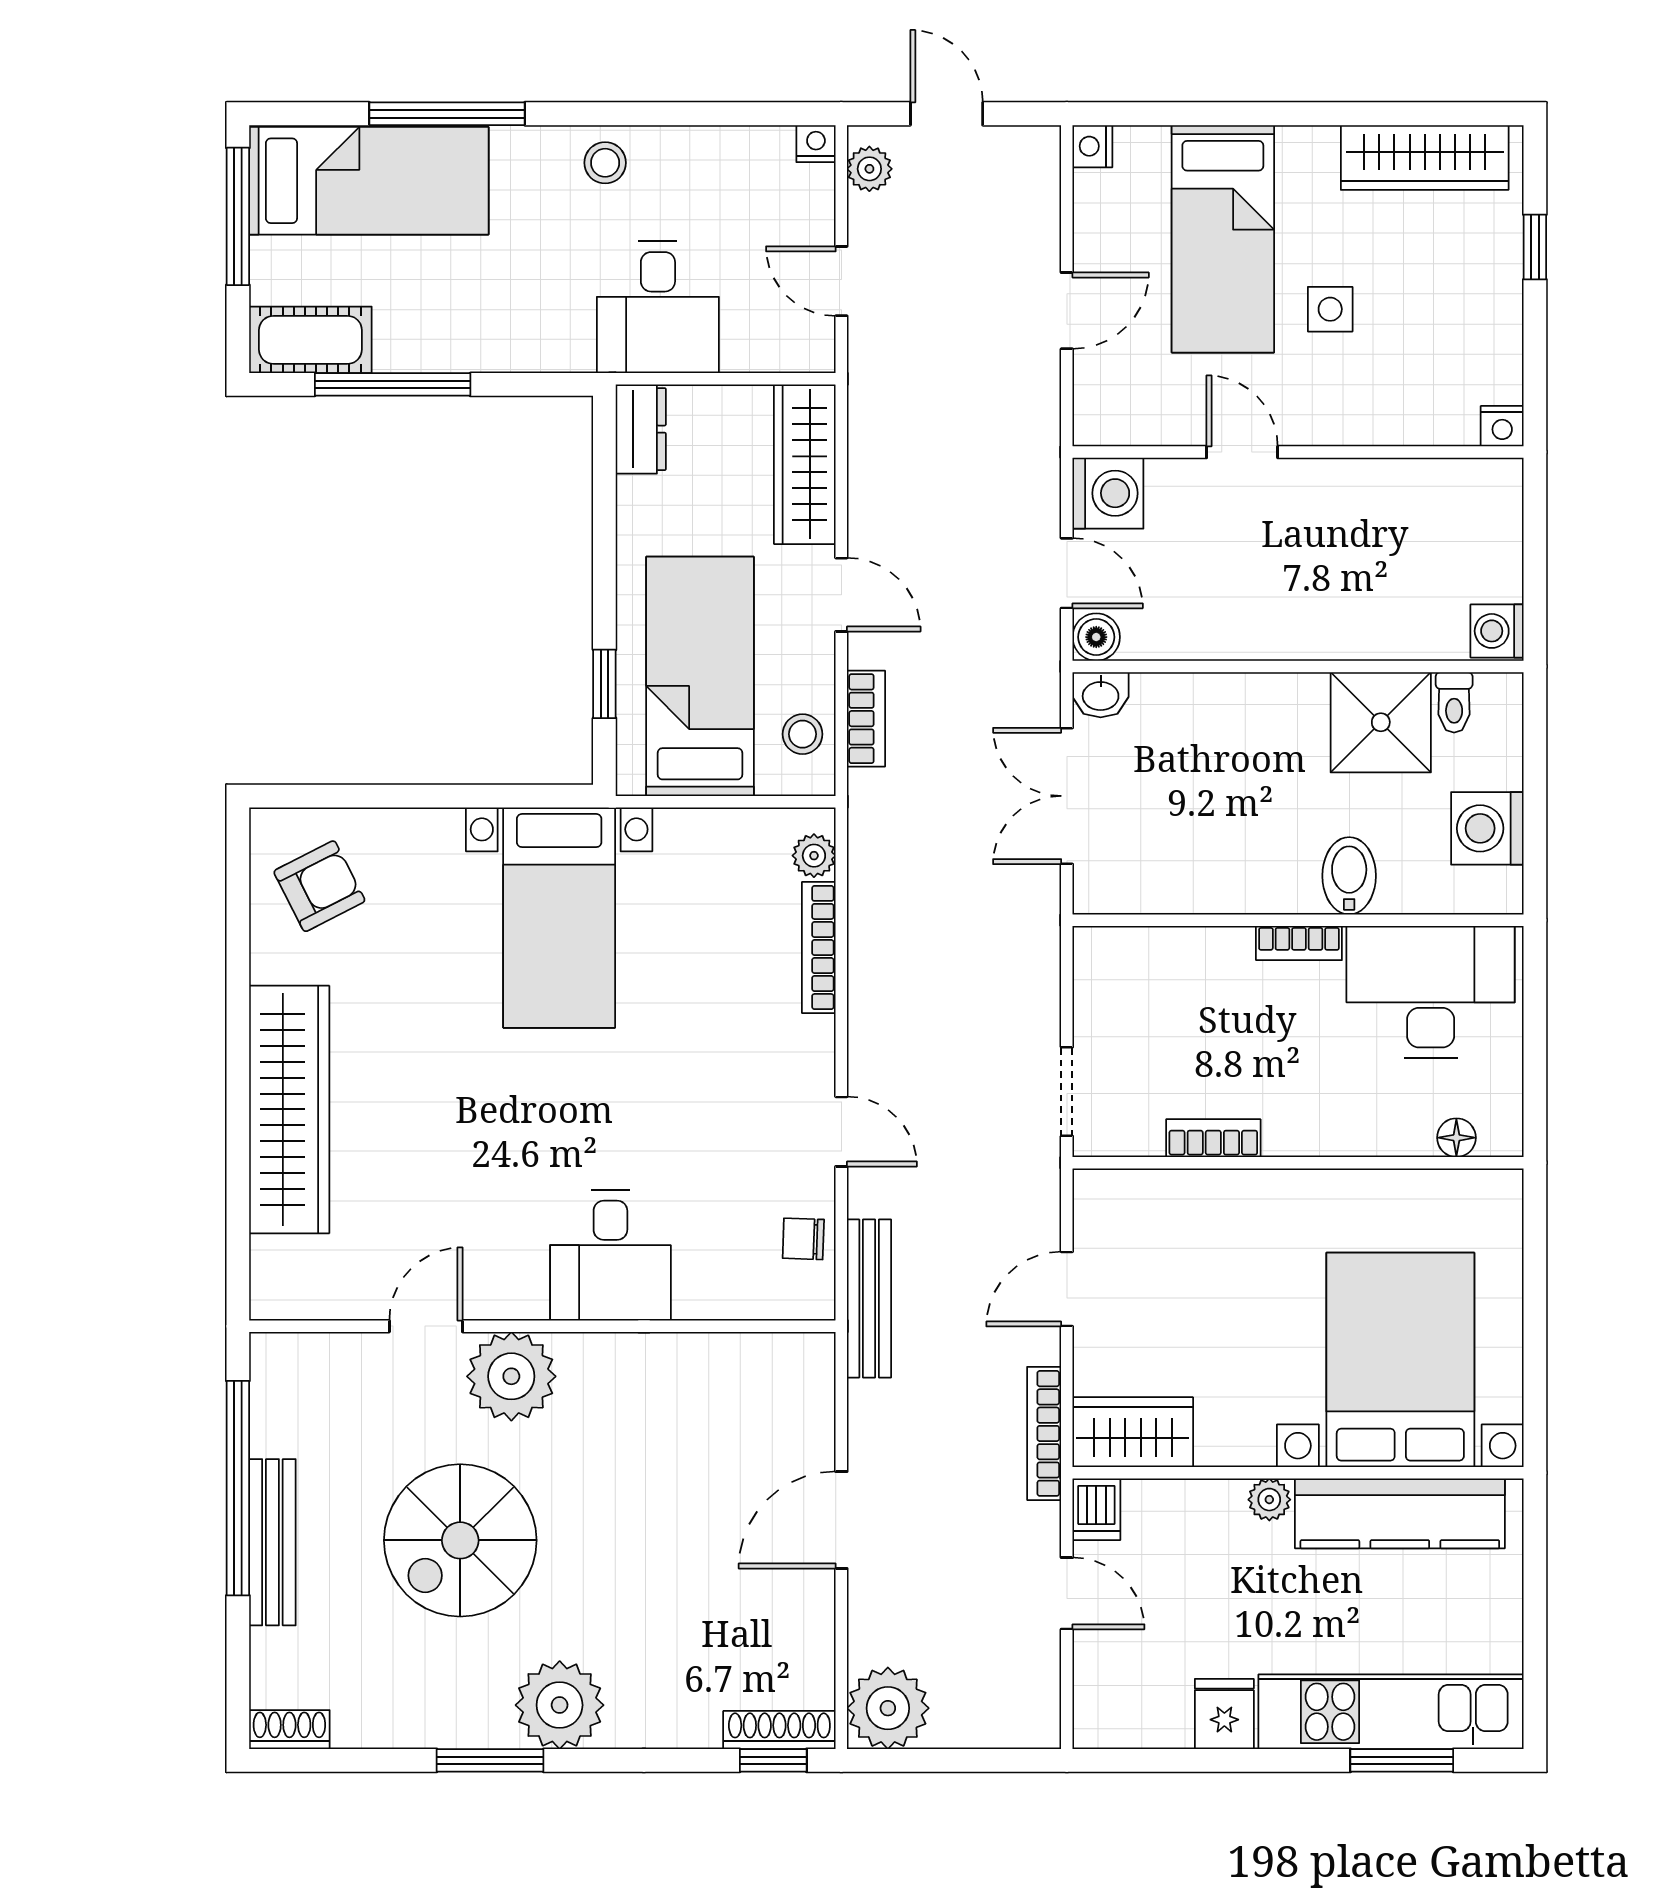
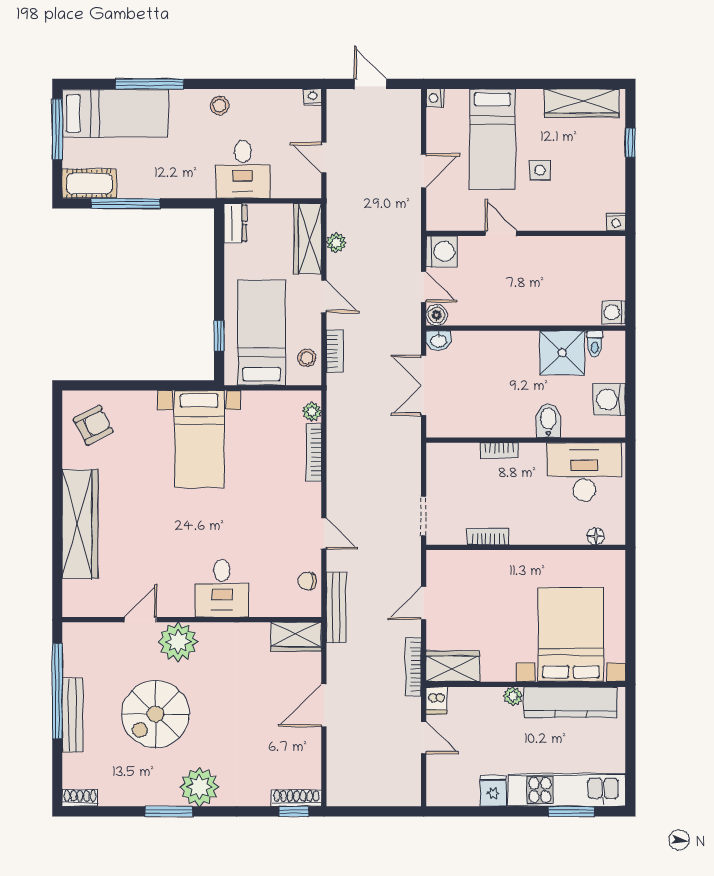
plant: (869, 169) -> (336, 243), moved
bookcase: (1299, 943) -> (499, 450), moved
wardrobe: (779, 1365) -> (296, 637), added
plant: (888, 1708) -> (344, 788), removed

